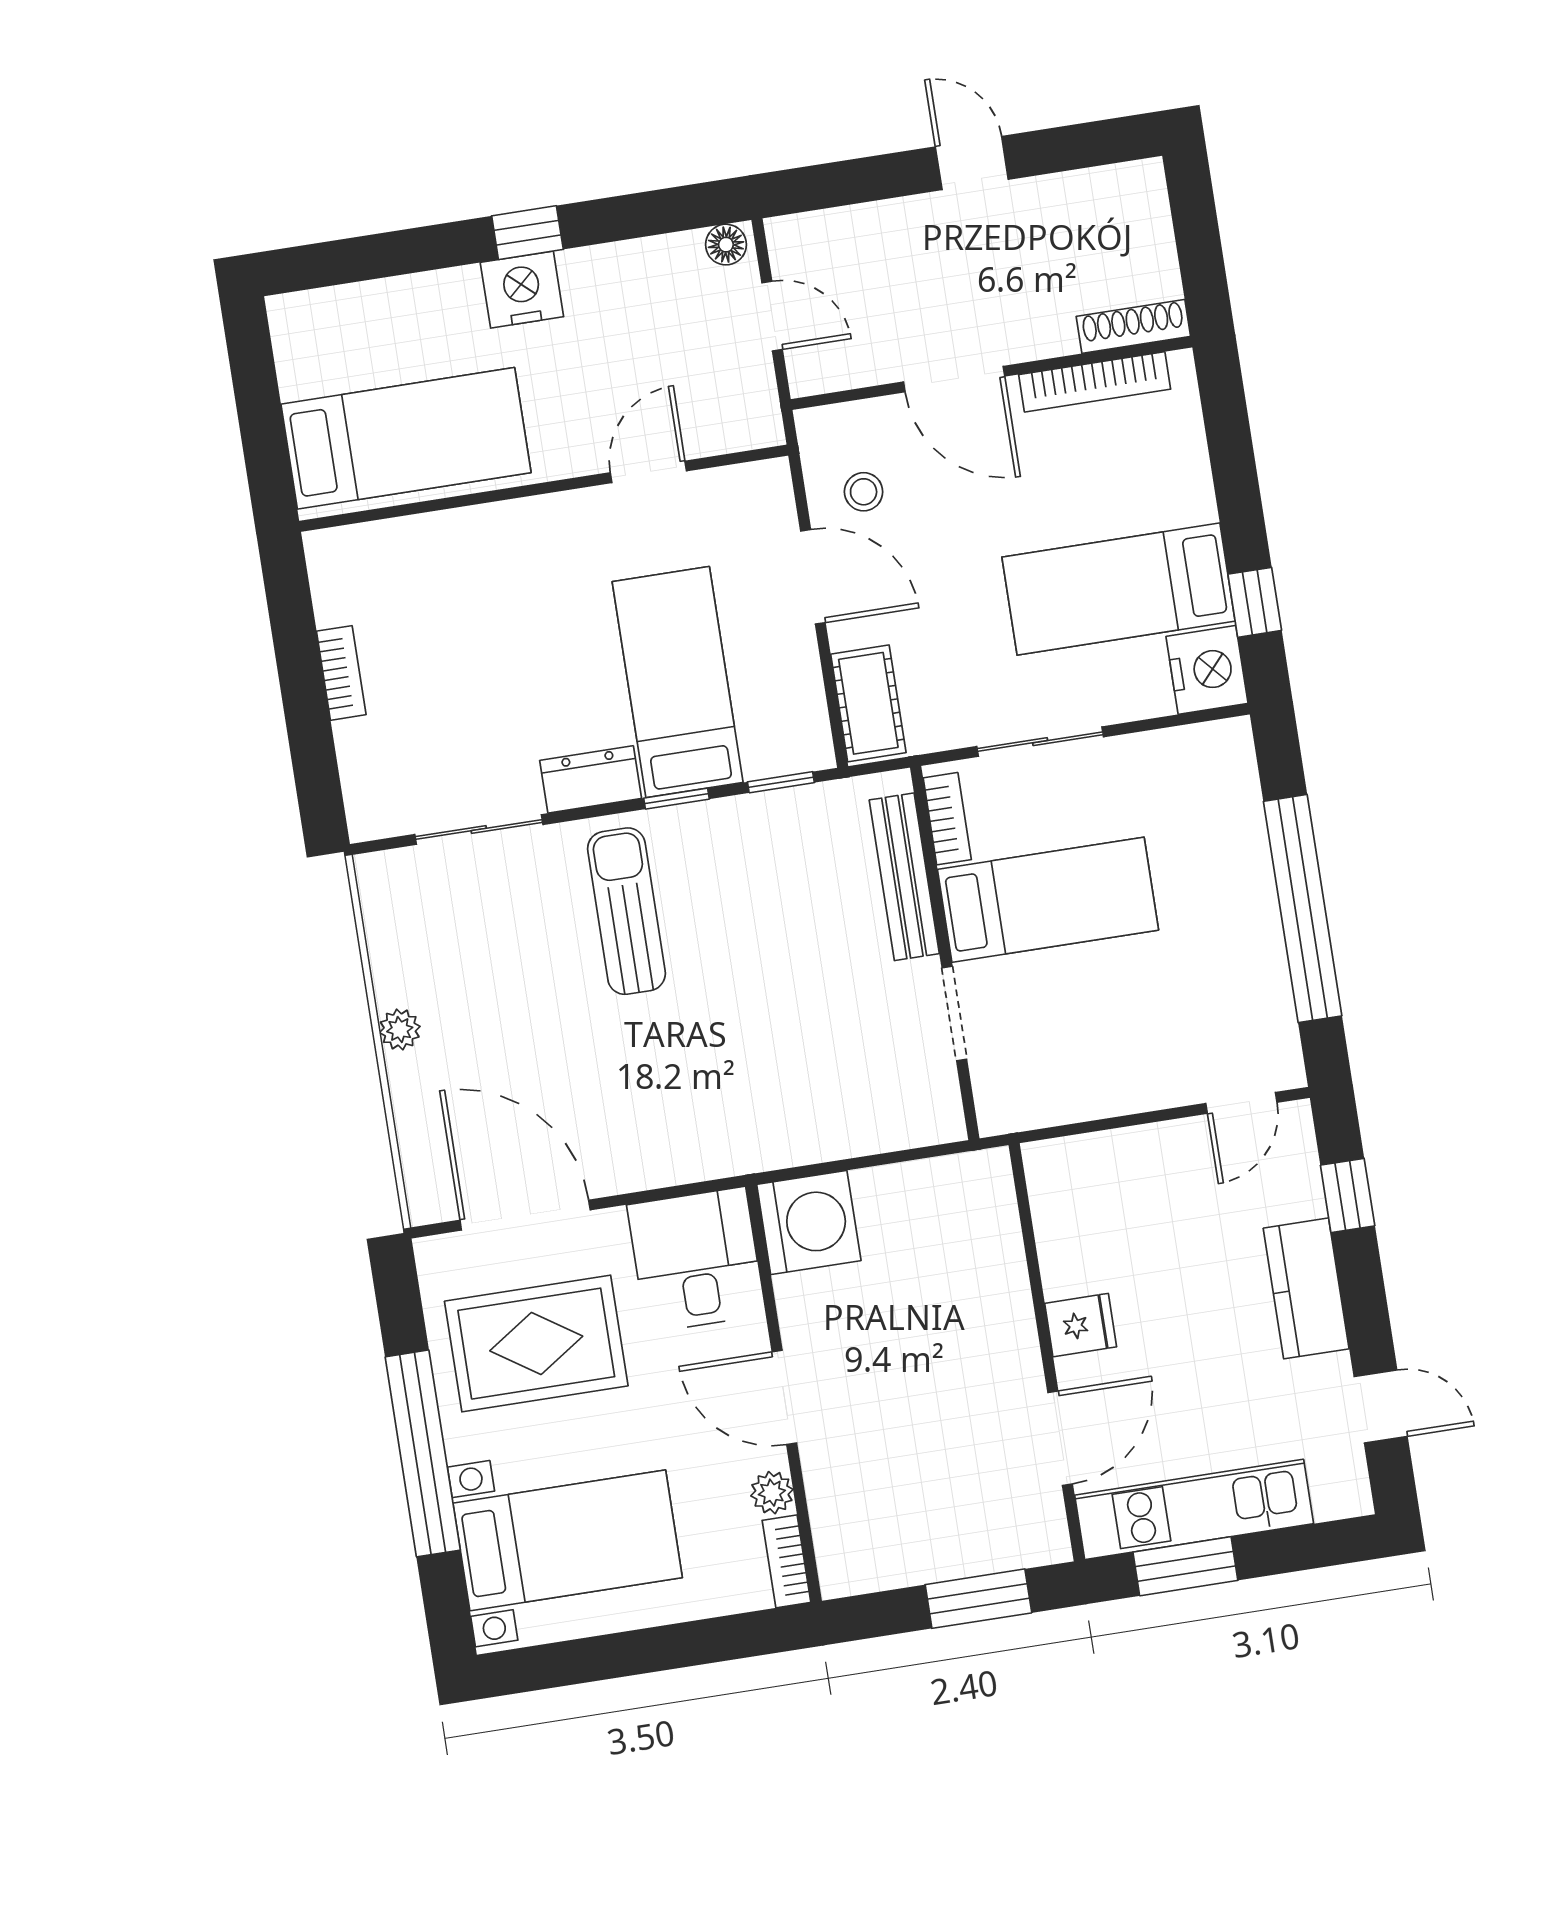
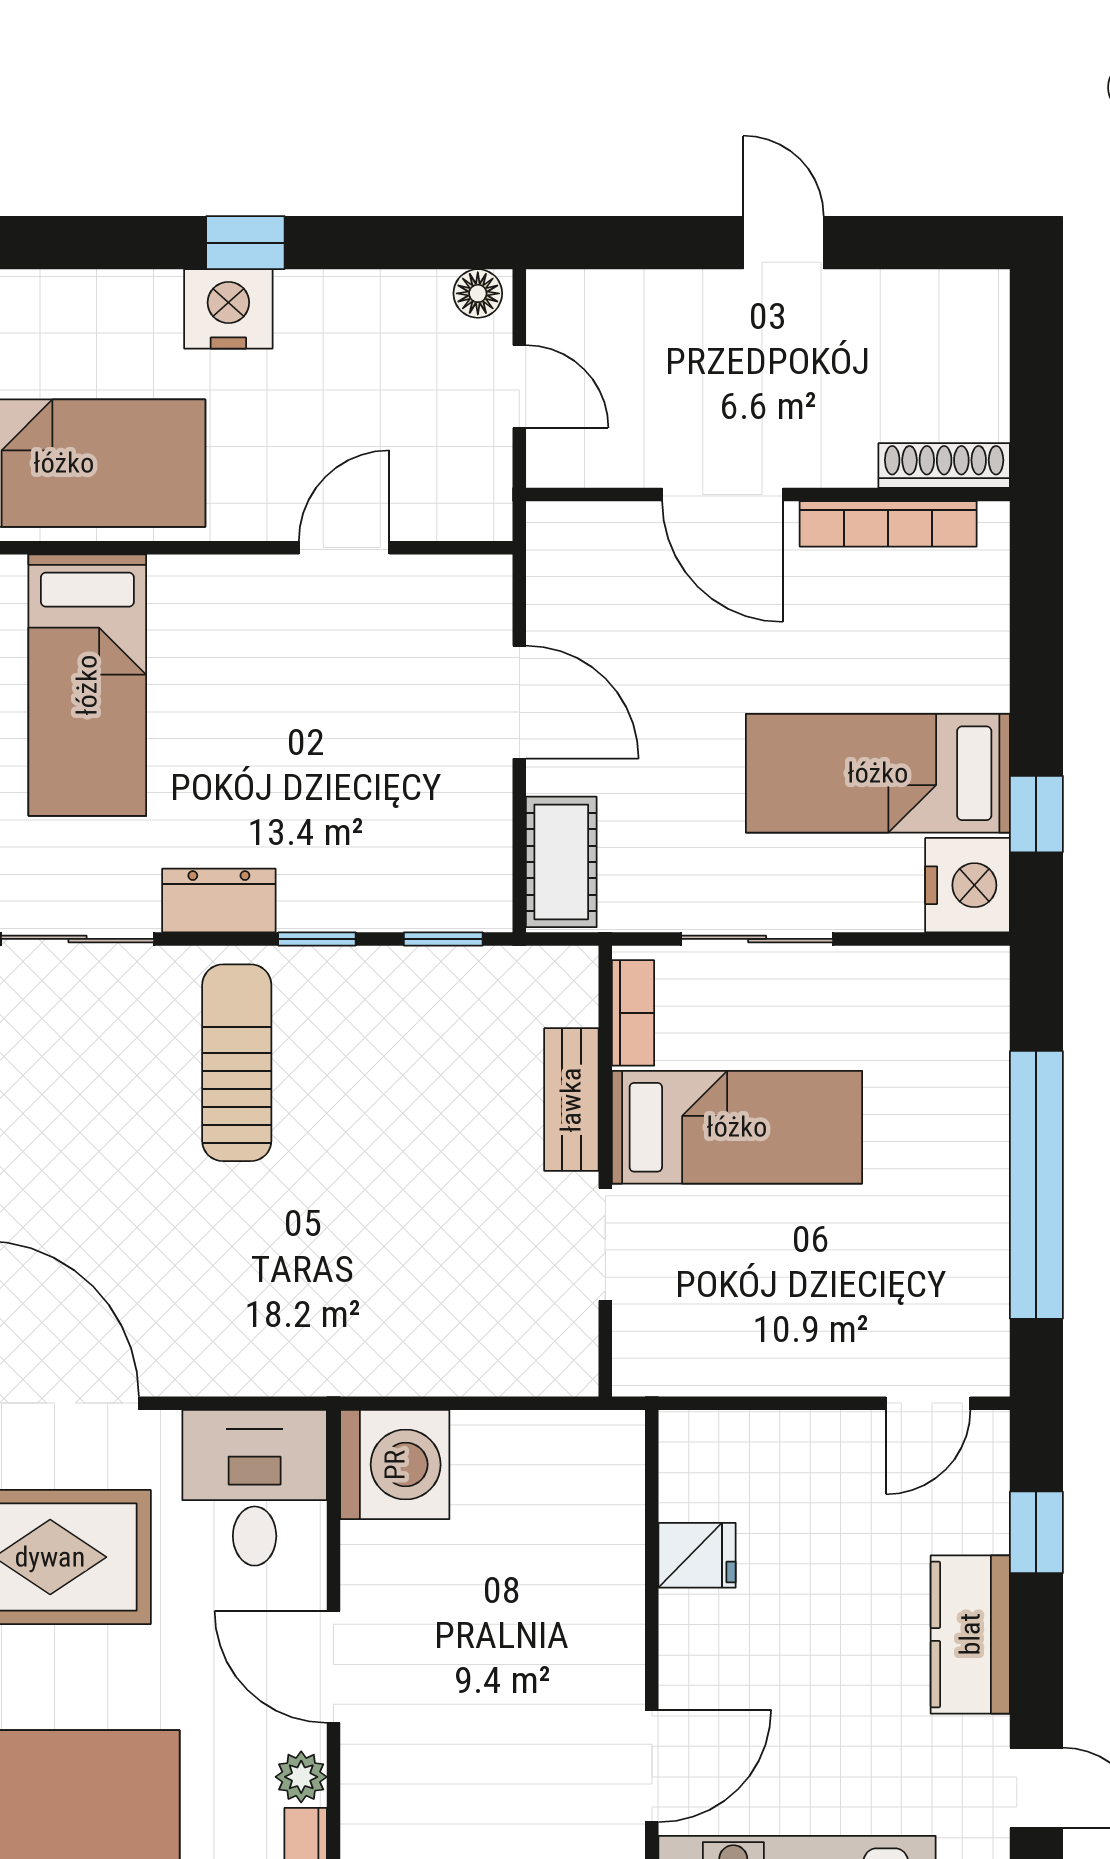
stool: (864, 492) -> (595, 611), removed
bed: (678, 682) -> (87, 685), moved, turned 180
bench: (904, 877) -> (571, 1100), width x0.73
fridge: (1081, 1325) -> (697, 1555), moved

